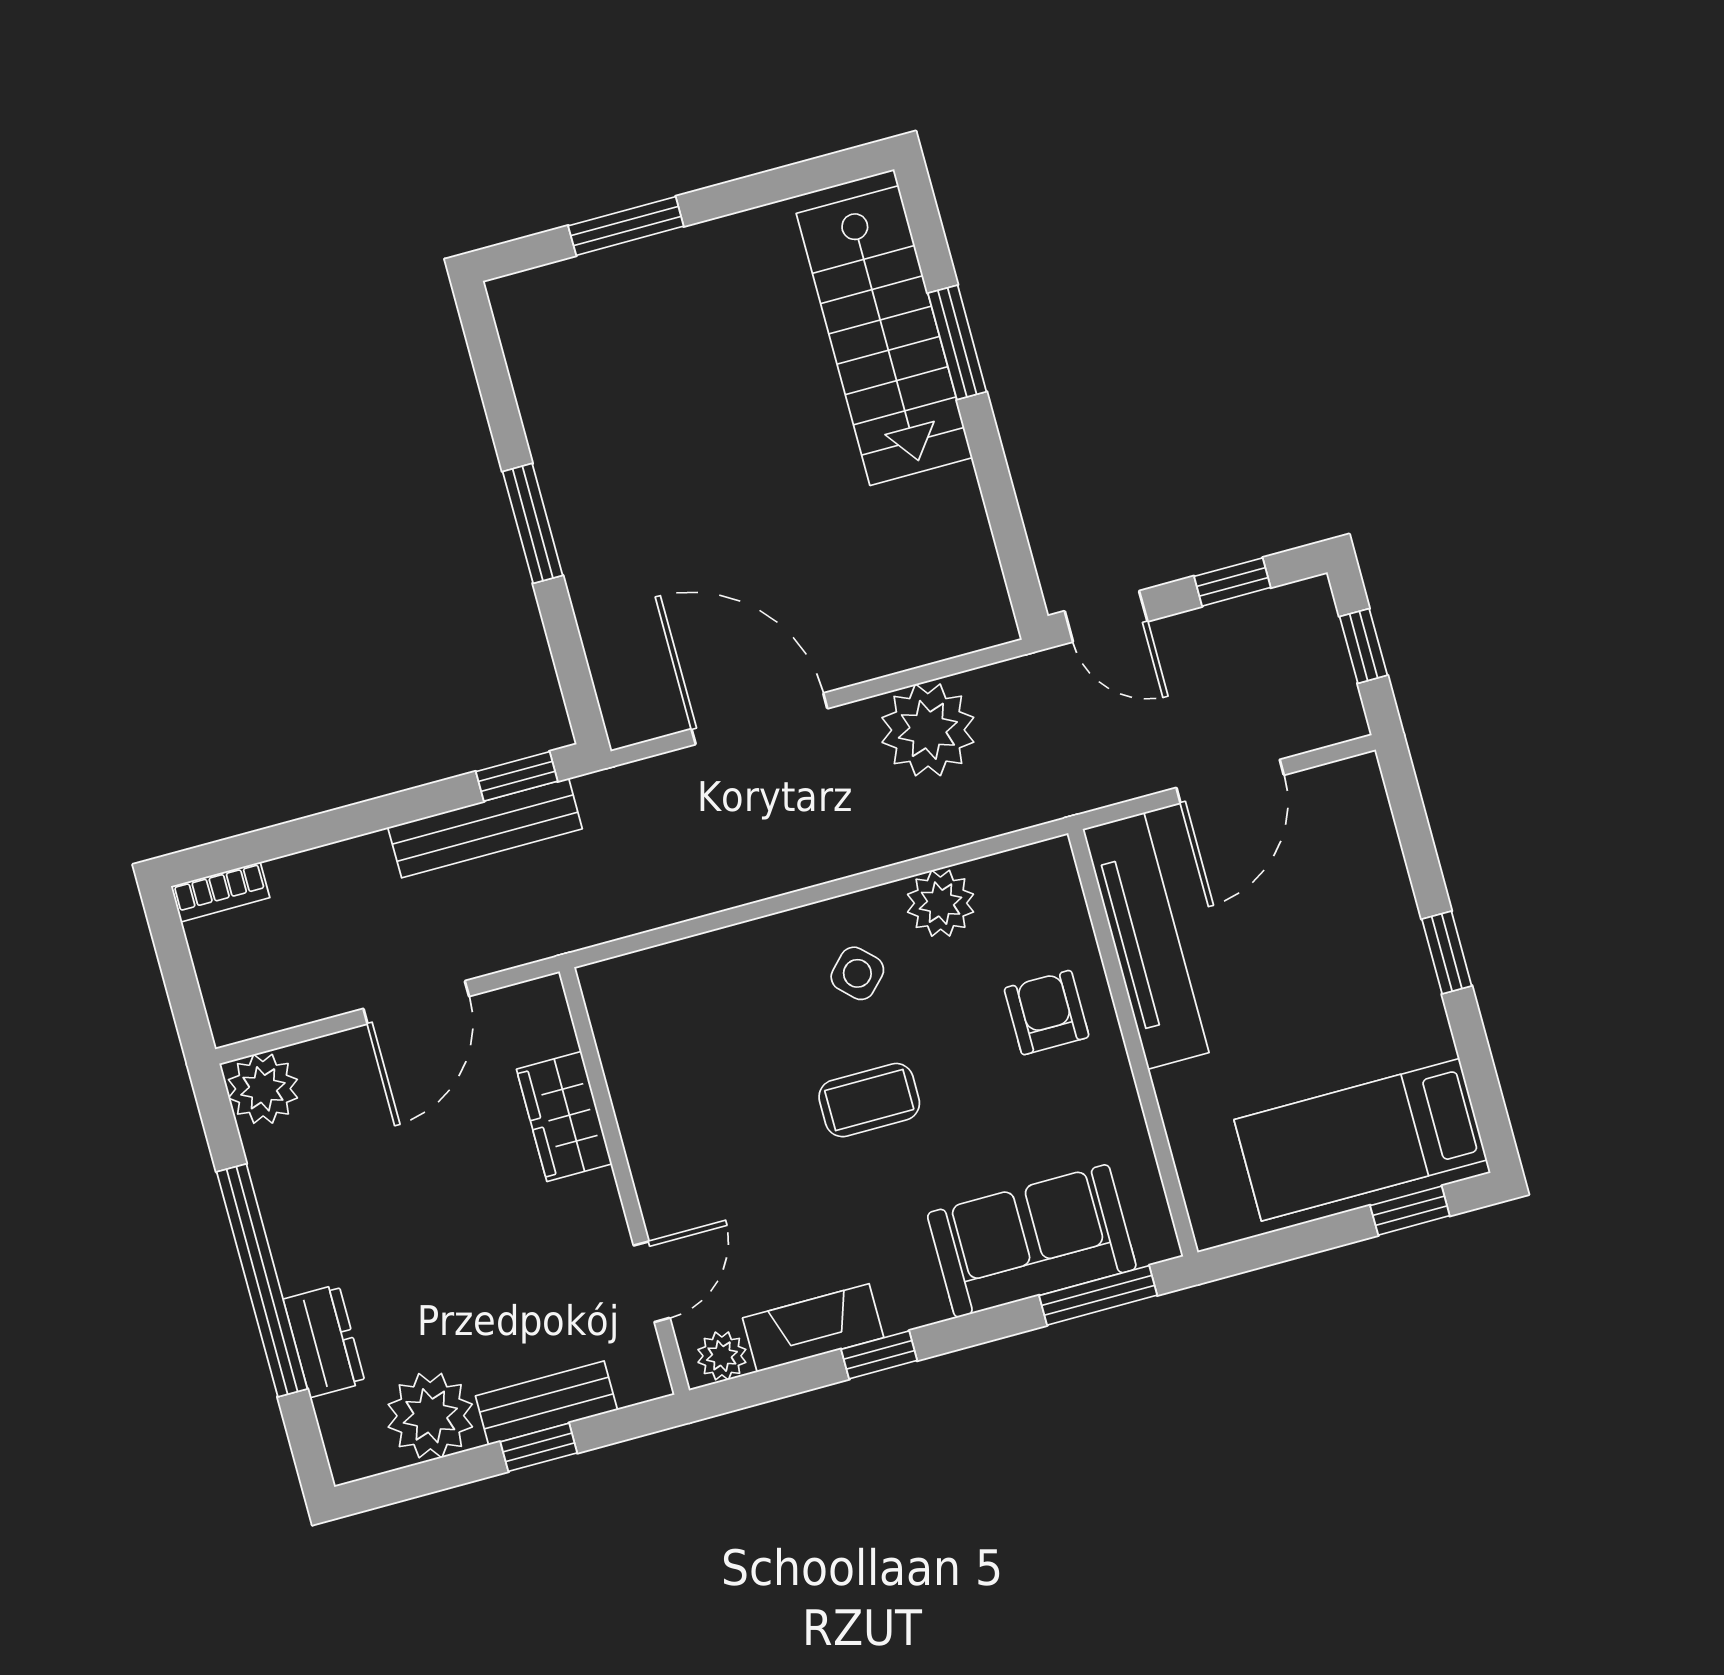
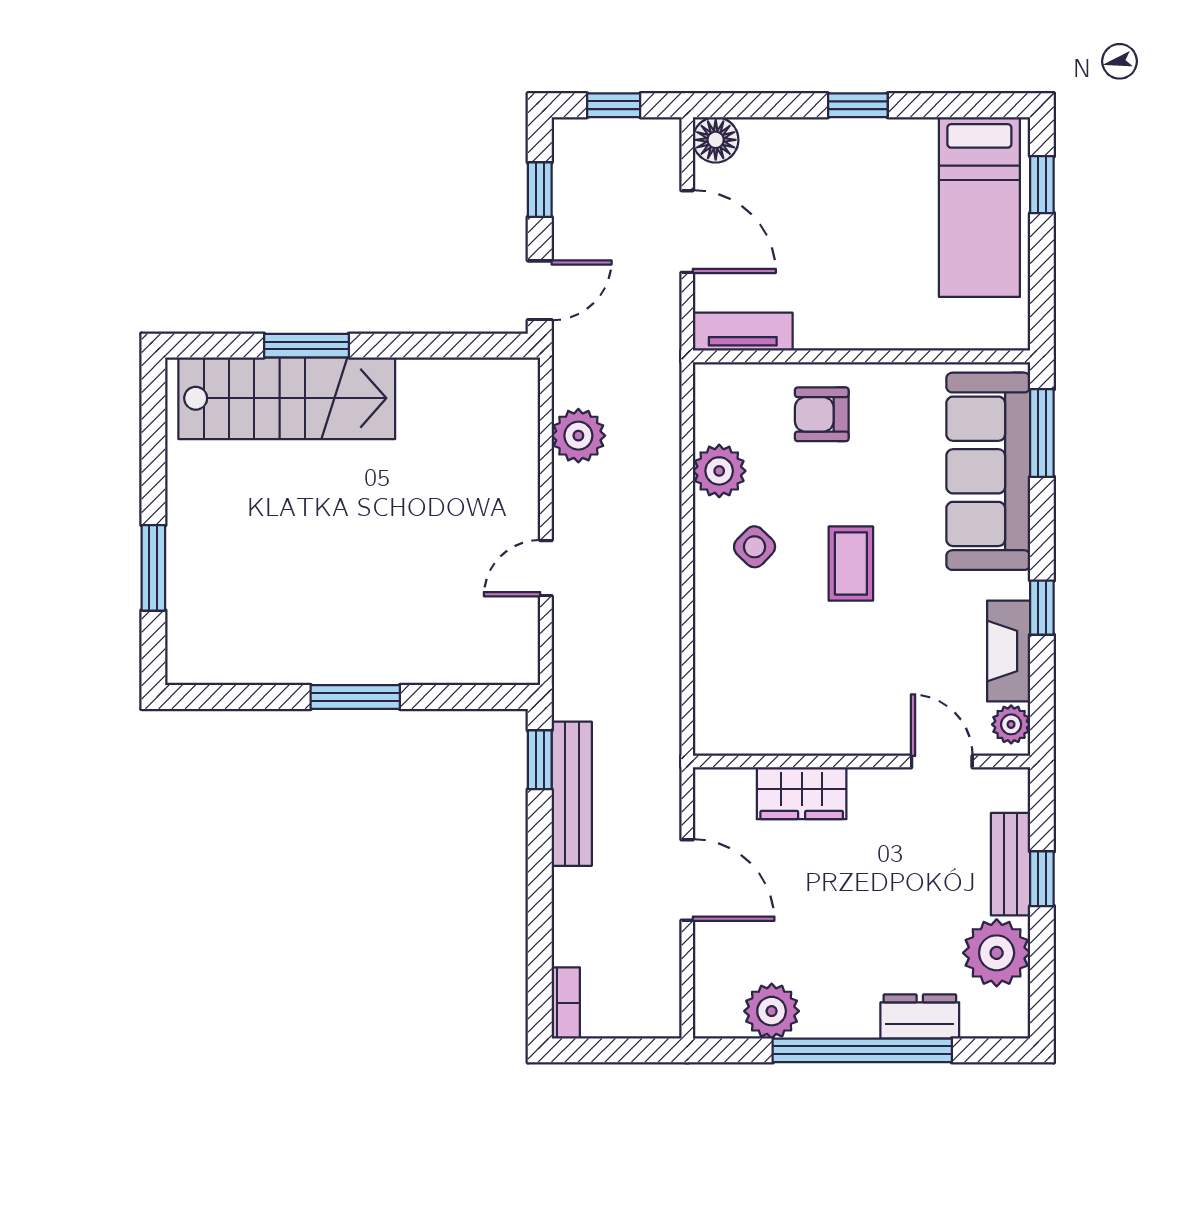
door: (759, 719) -> (546, 568), width x0.53
plant: (928, 730) -> (578, 436), width x0.73, depth x0.73
floor lamp: (1355, 786) -> (716, 140), added
tv unit: (1146, 941) -> (743, 332), width x0.52, depth x0.78
plant: (263, 1089) -> (772, 1011), moved
sofa: (1032, 1241) -> (988, 471), width x1.36

